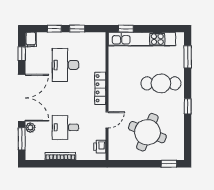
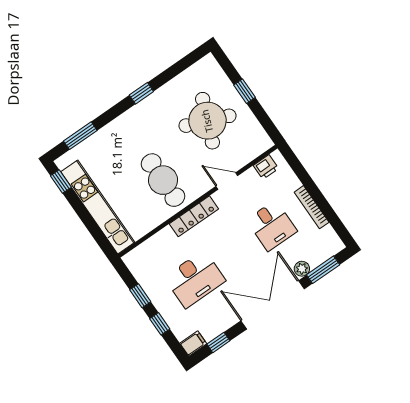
window: (126, 29) -> (61, 182), moved
cafe table: (161, 83) -> (163, 180), moved
window: (169, 164) -> (244, 91), moved

